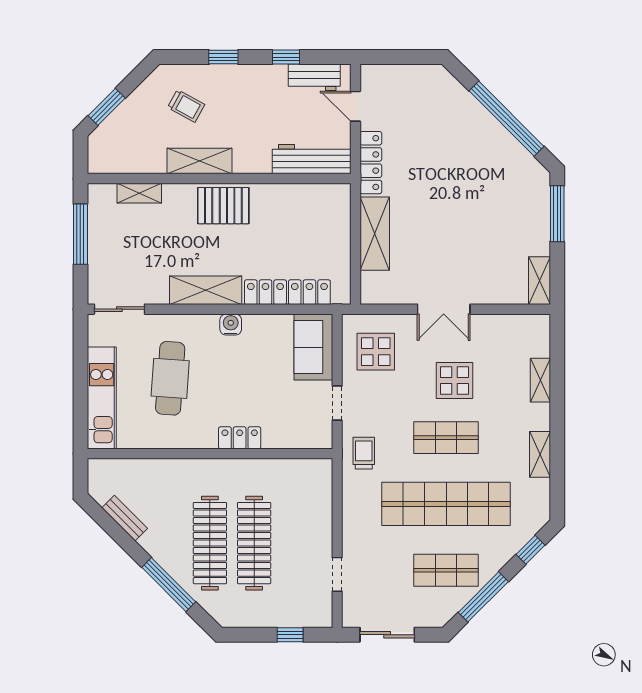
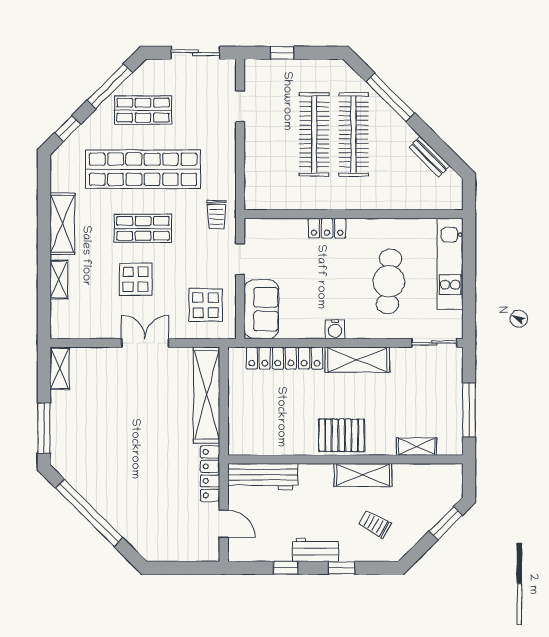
workbench: (314, 77) -> (315, 550), moved
shelving: (375, 234) -> (207, 395), width x1.47
shelving: (540, 454) -> (62, 224), width x1.50, depth x1.33

